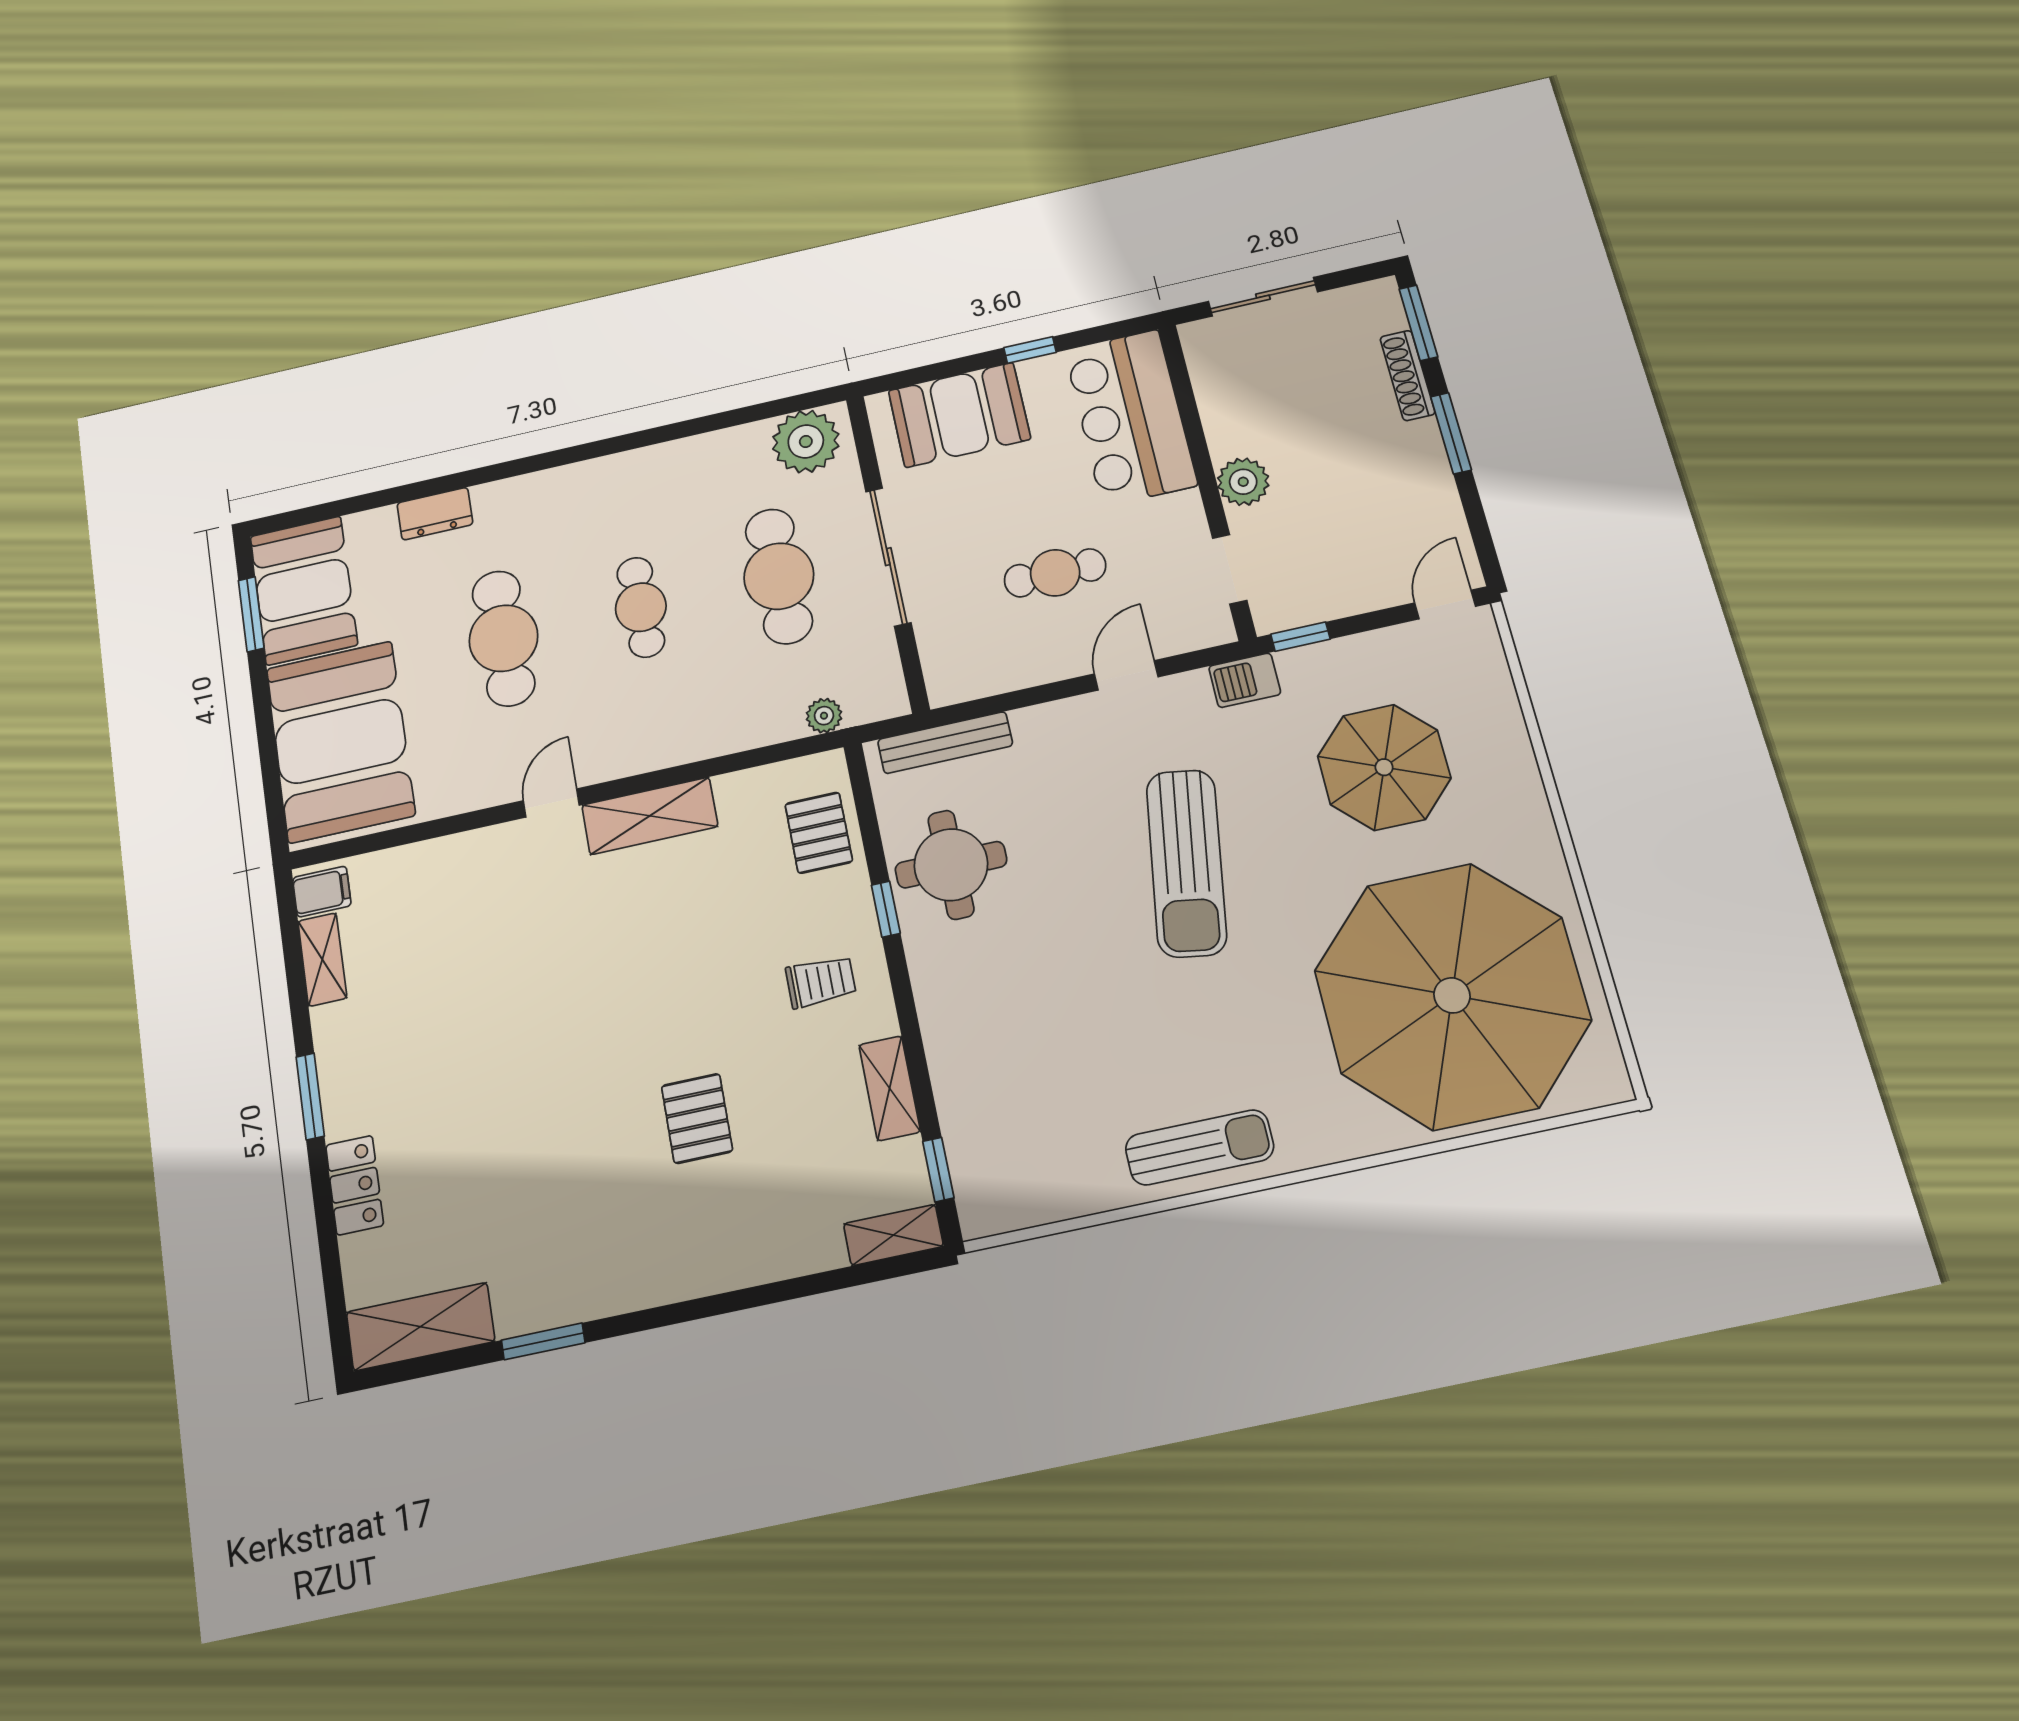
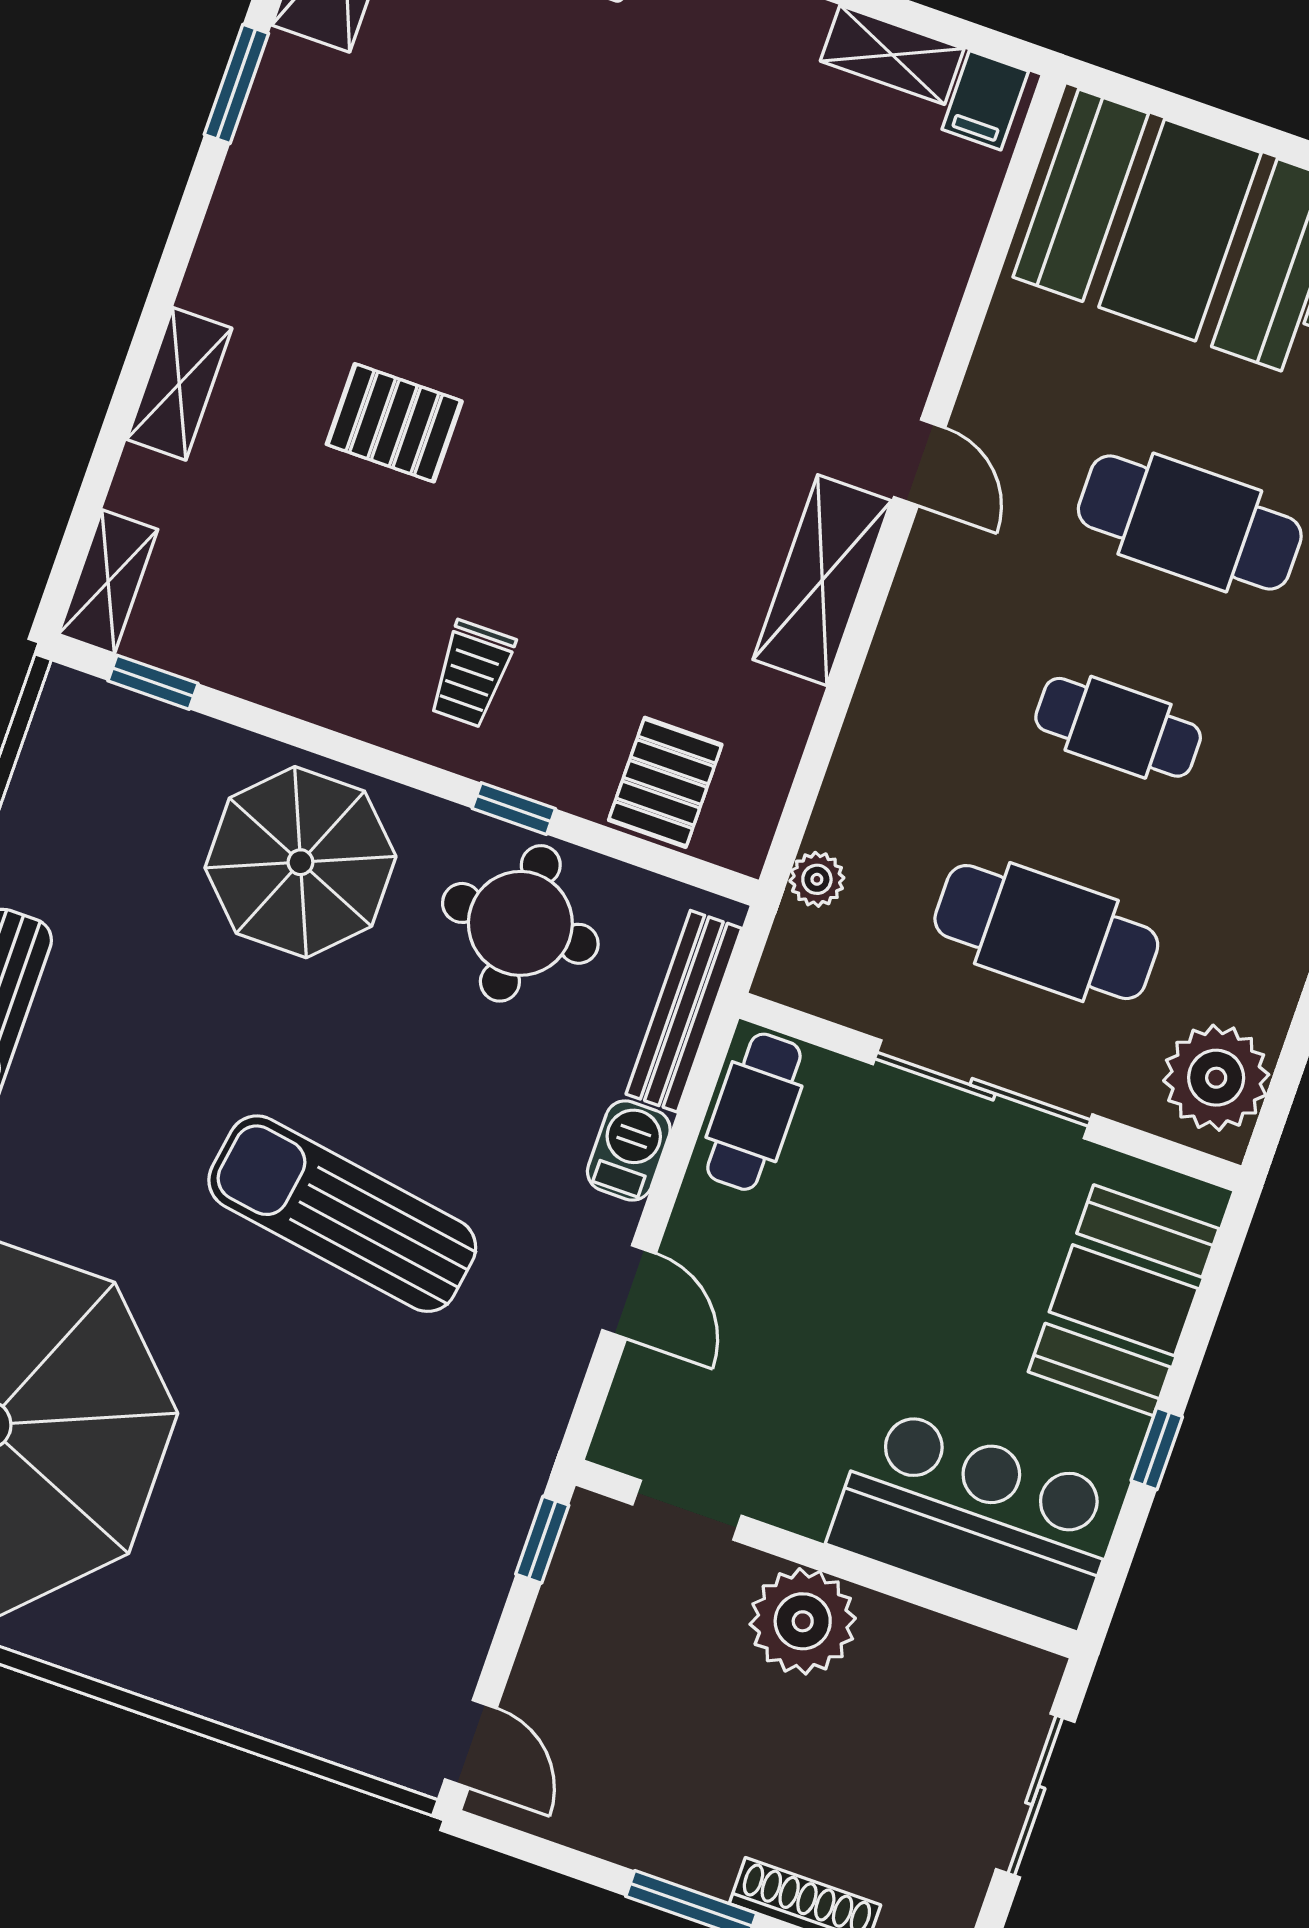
plant: (1243, 482) -> (803, 1621), width x1.36, depth x1.36
cafe table: (1055, 573) -> (754, 1112), moved
barbecue: (1245, 680) -> (629, 1151), moved
parasol: (1384, 767) -> (300, 862), moved
pallet: (819, 833) -> (665, 782), turned 90
shelving: (890, 1088) -> (179, 384), moved, turned 90

